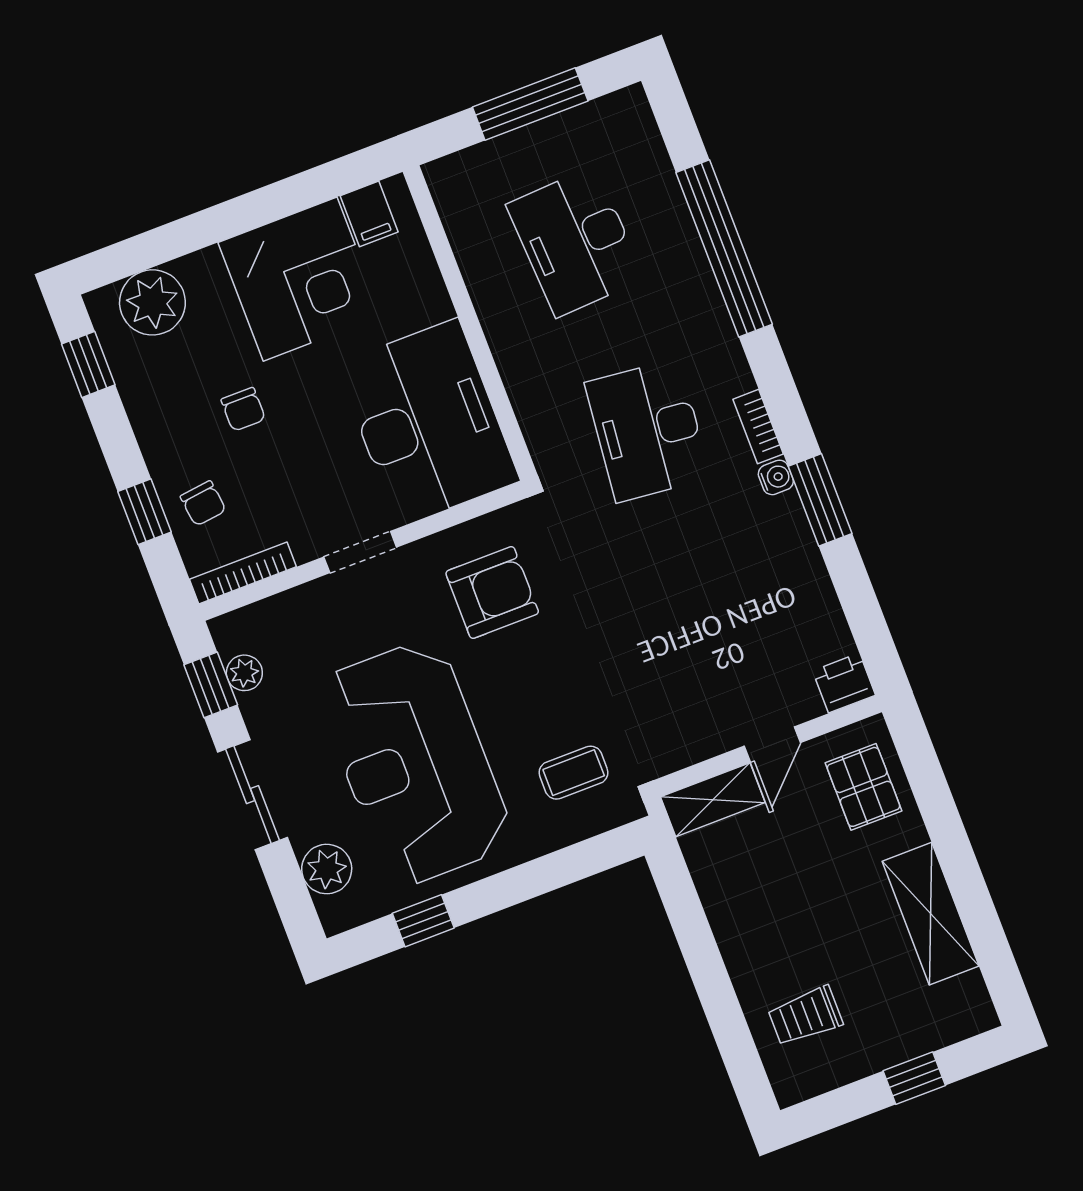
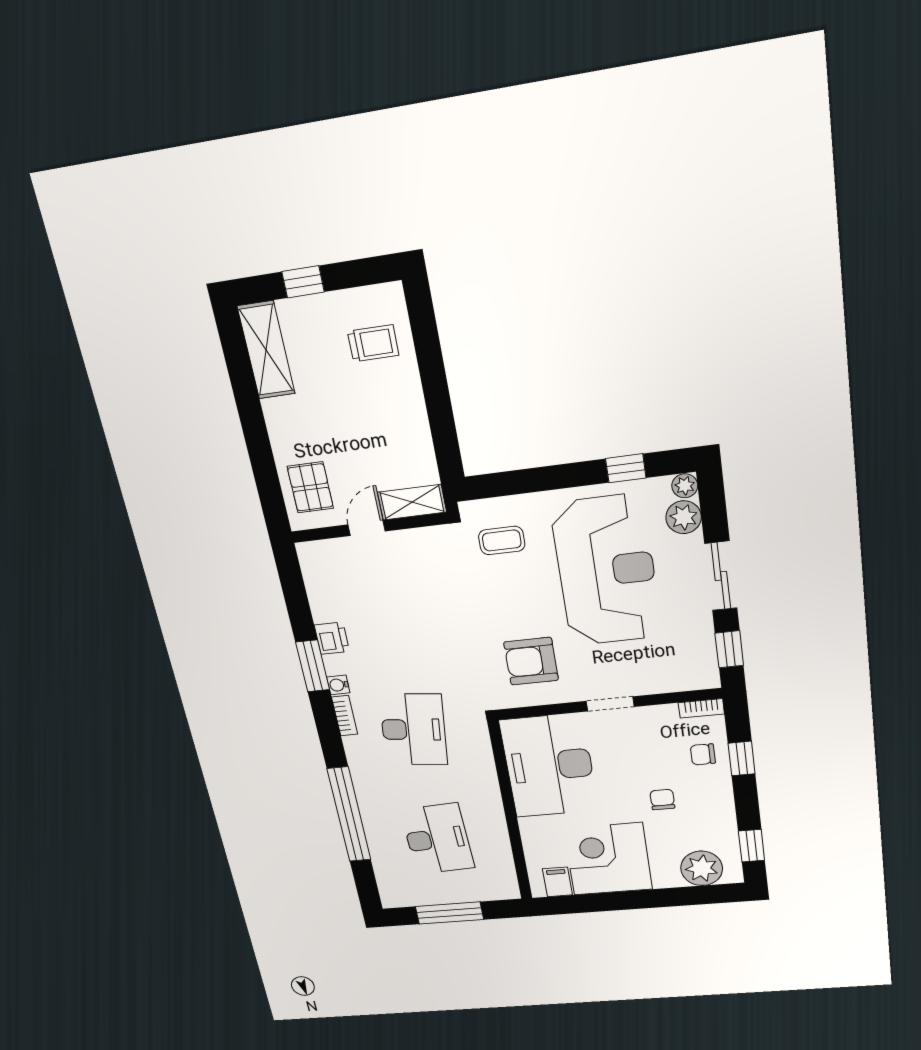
chair: (203, 503) -> (703, 754), turned -83
bookcase: (243, 573) -> (701, 708), width x0.64
plant: (244, 673) -> (685, 486), moved
printer: (844, 683) -> (332, 638), moved, turned -90
shelving: (931, 914) -> (266, 350), moved

